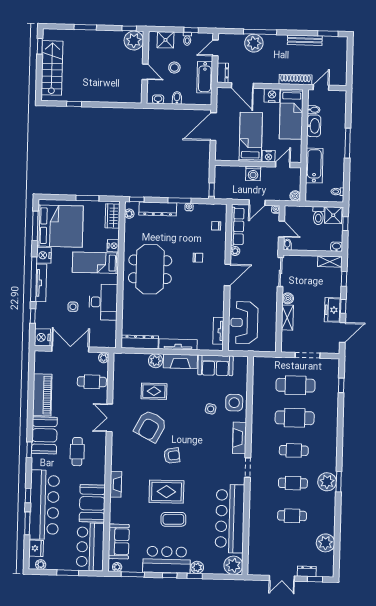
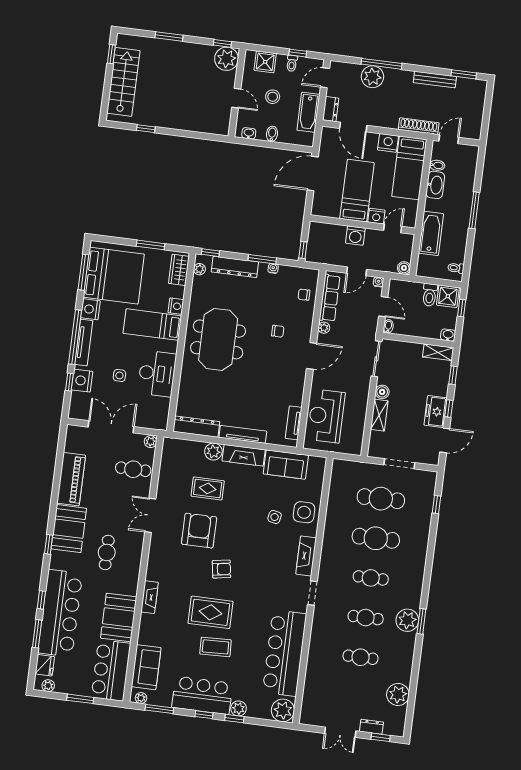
nightstand: (42, 337) -> (82, 381), moved
armchair: (150, 426) -> (199, 531), turned 152

